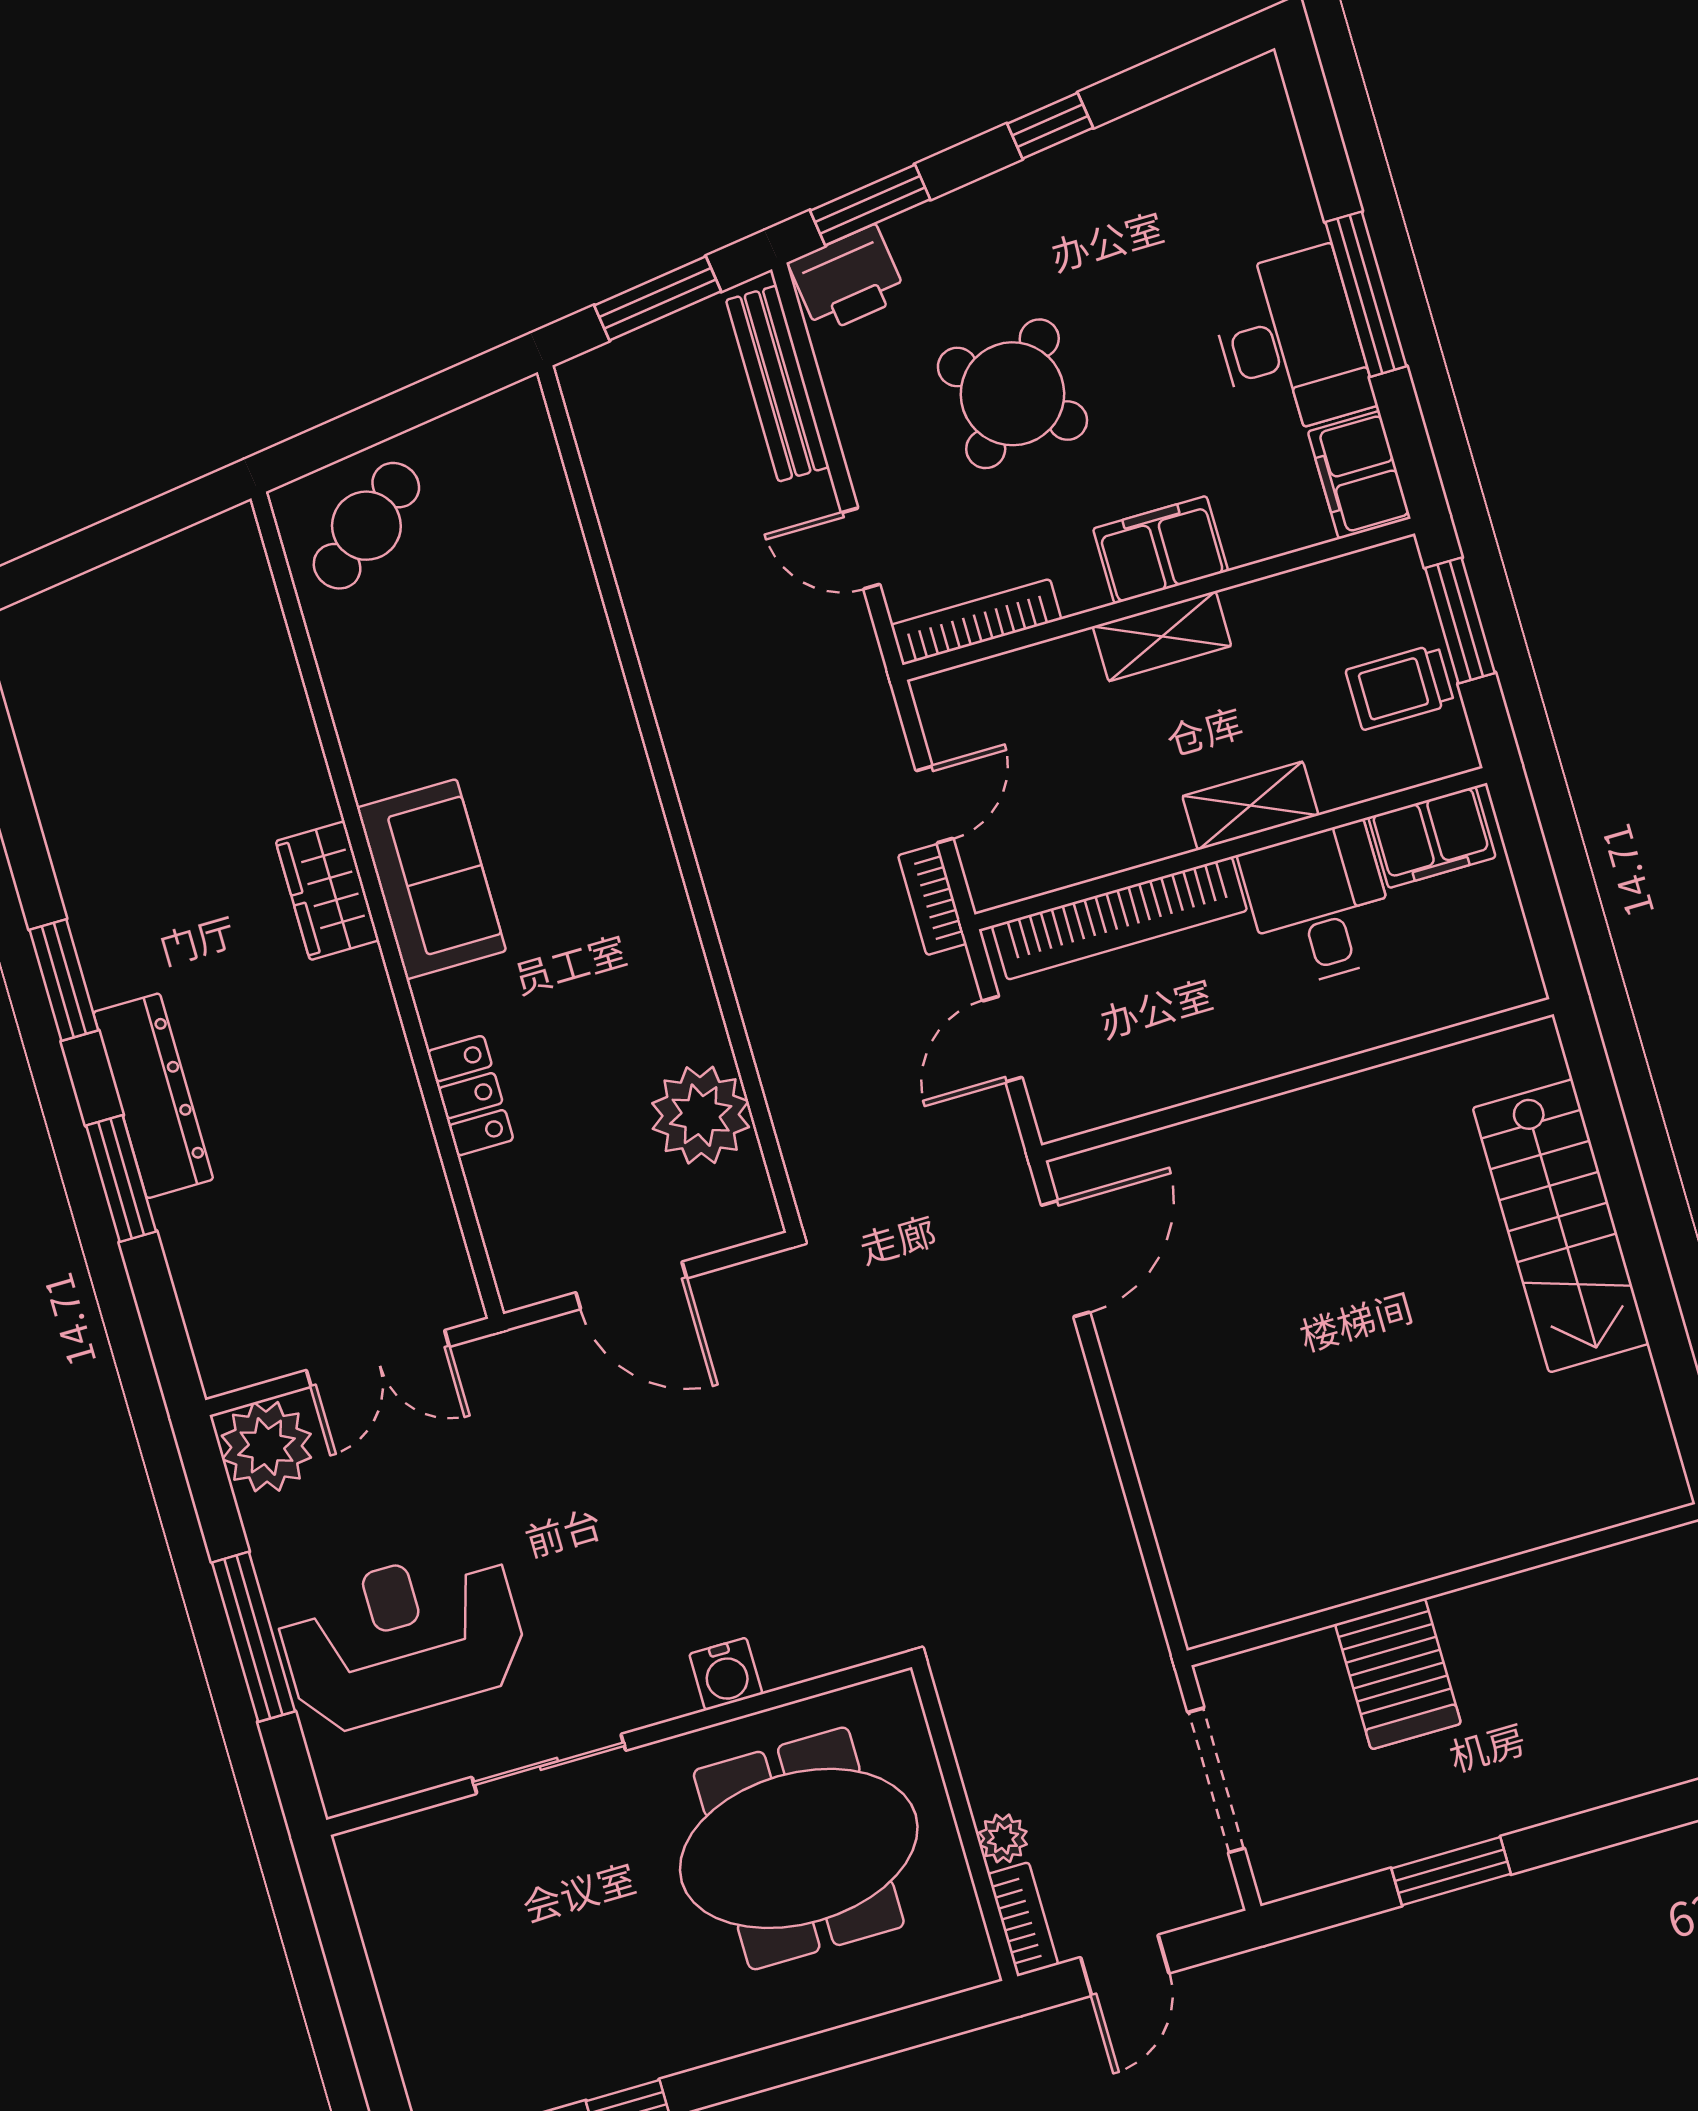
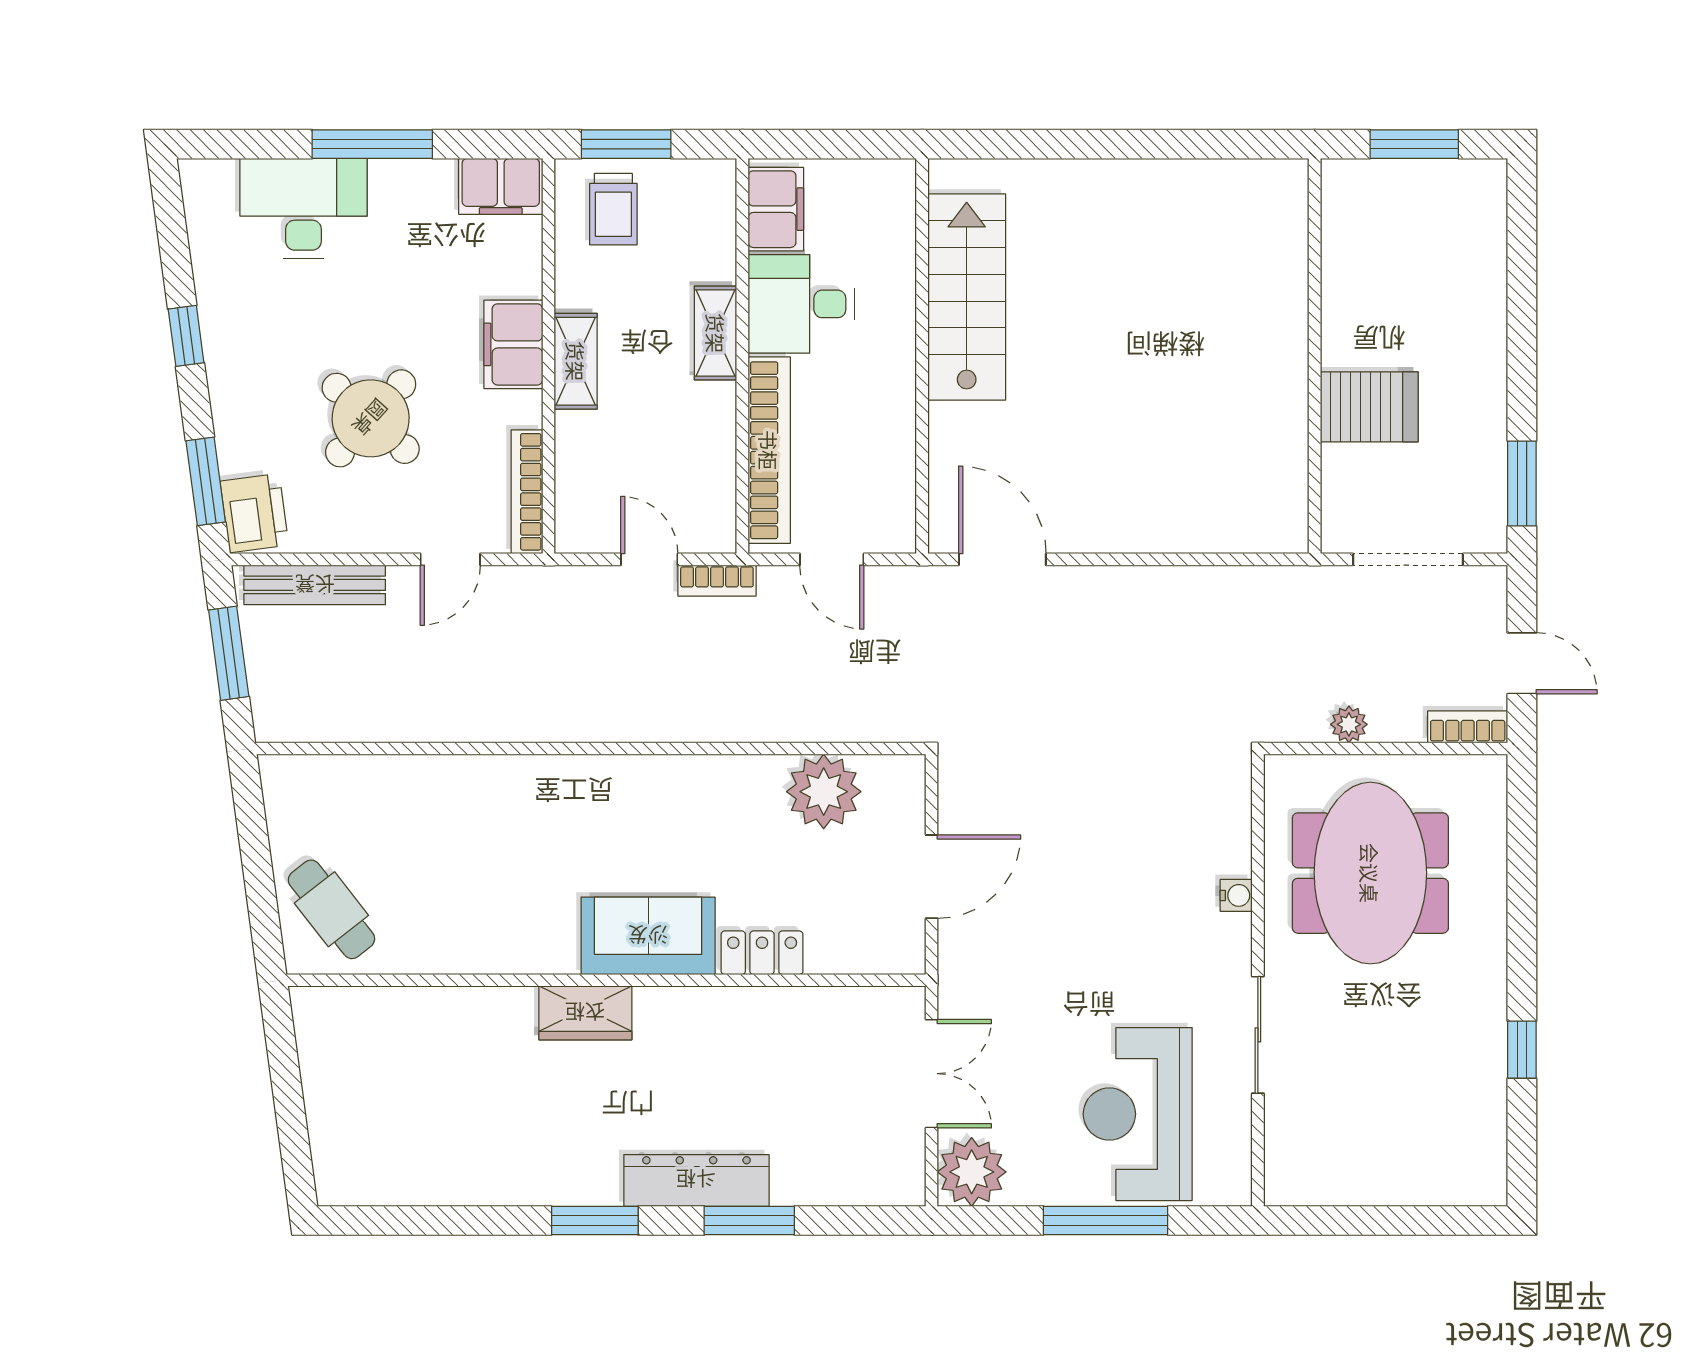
desk: (1290, 342) -> (304, 208), moved
trolley: (1400, 687) -> (613, 209), moved
sofa: (432, 879) -> (648, 936), moved
stairs: (1561, 1226) -> (967, 297), moved, turned -90
water cooler: (726, 1674) -> (1236, 895), width x0.72, depth x0.72
plant: (1003, 1838) -> (1349, 724), moved
window: (1451, 1871) -> (1522, 484), moved

